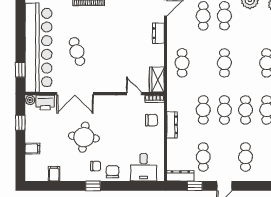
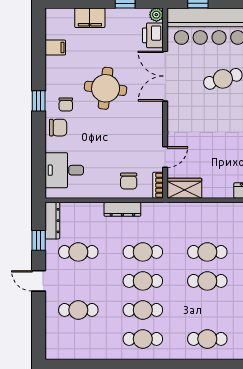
cafe table: (182, 63) -> (207, 252), moved
filing cabinet: (32, 149) -> (90, 18), width x2.00

